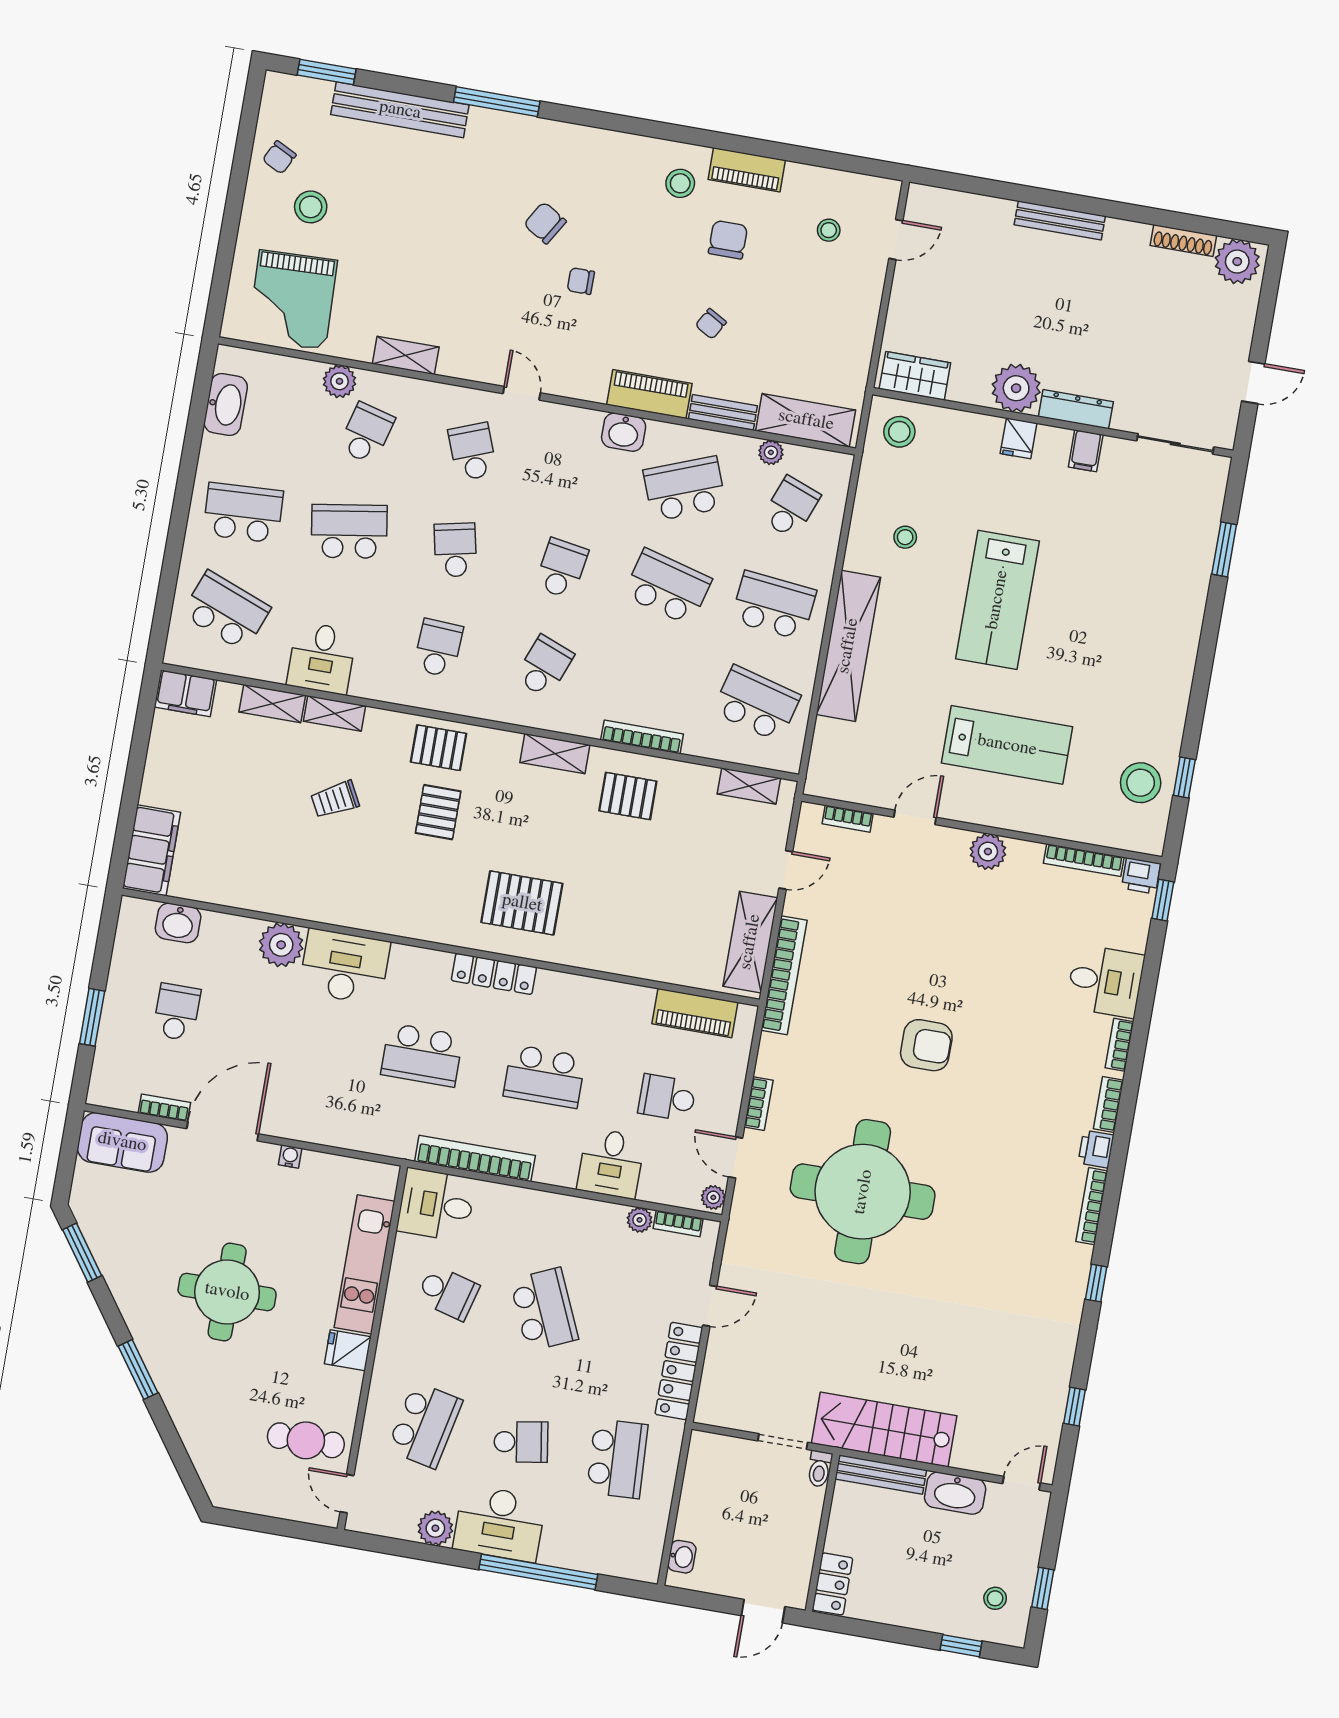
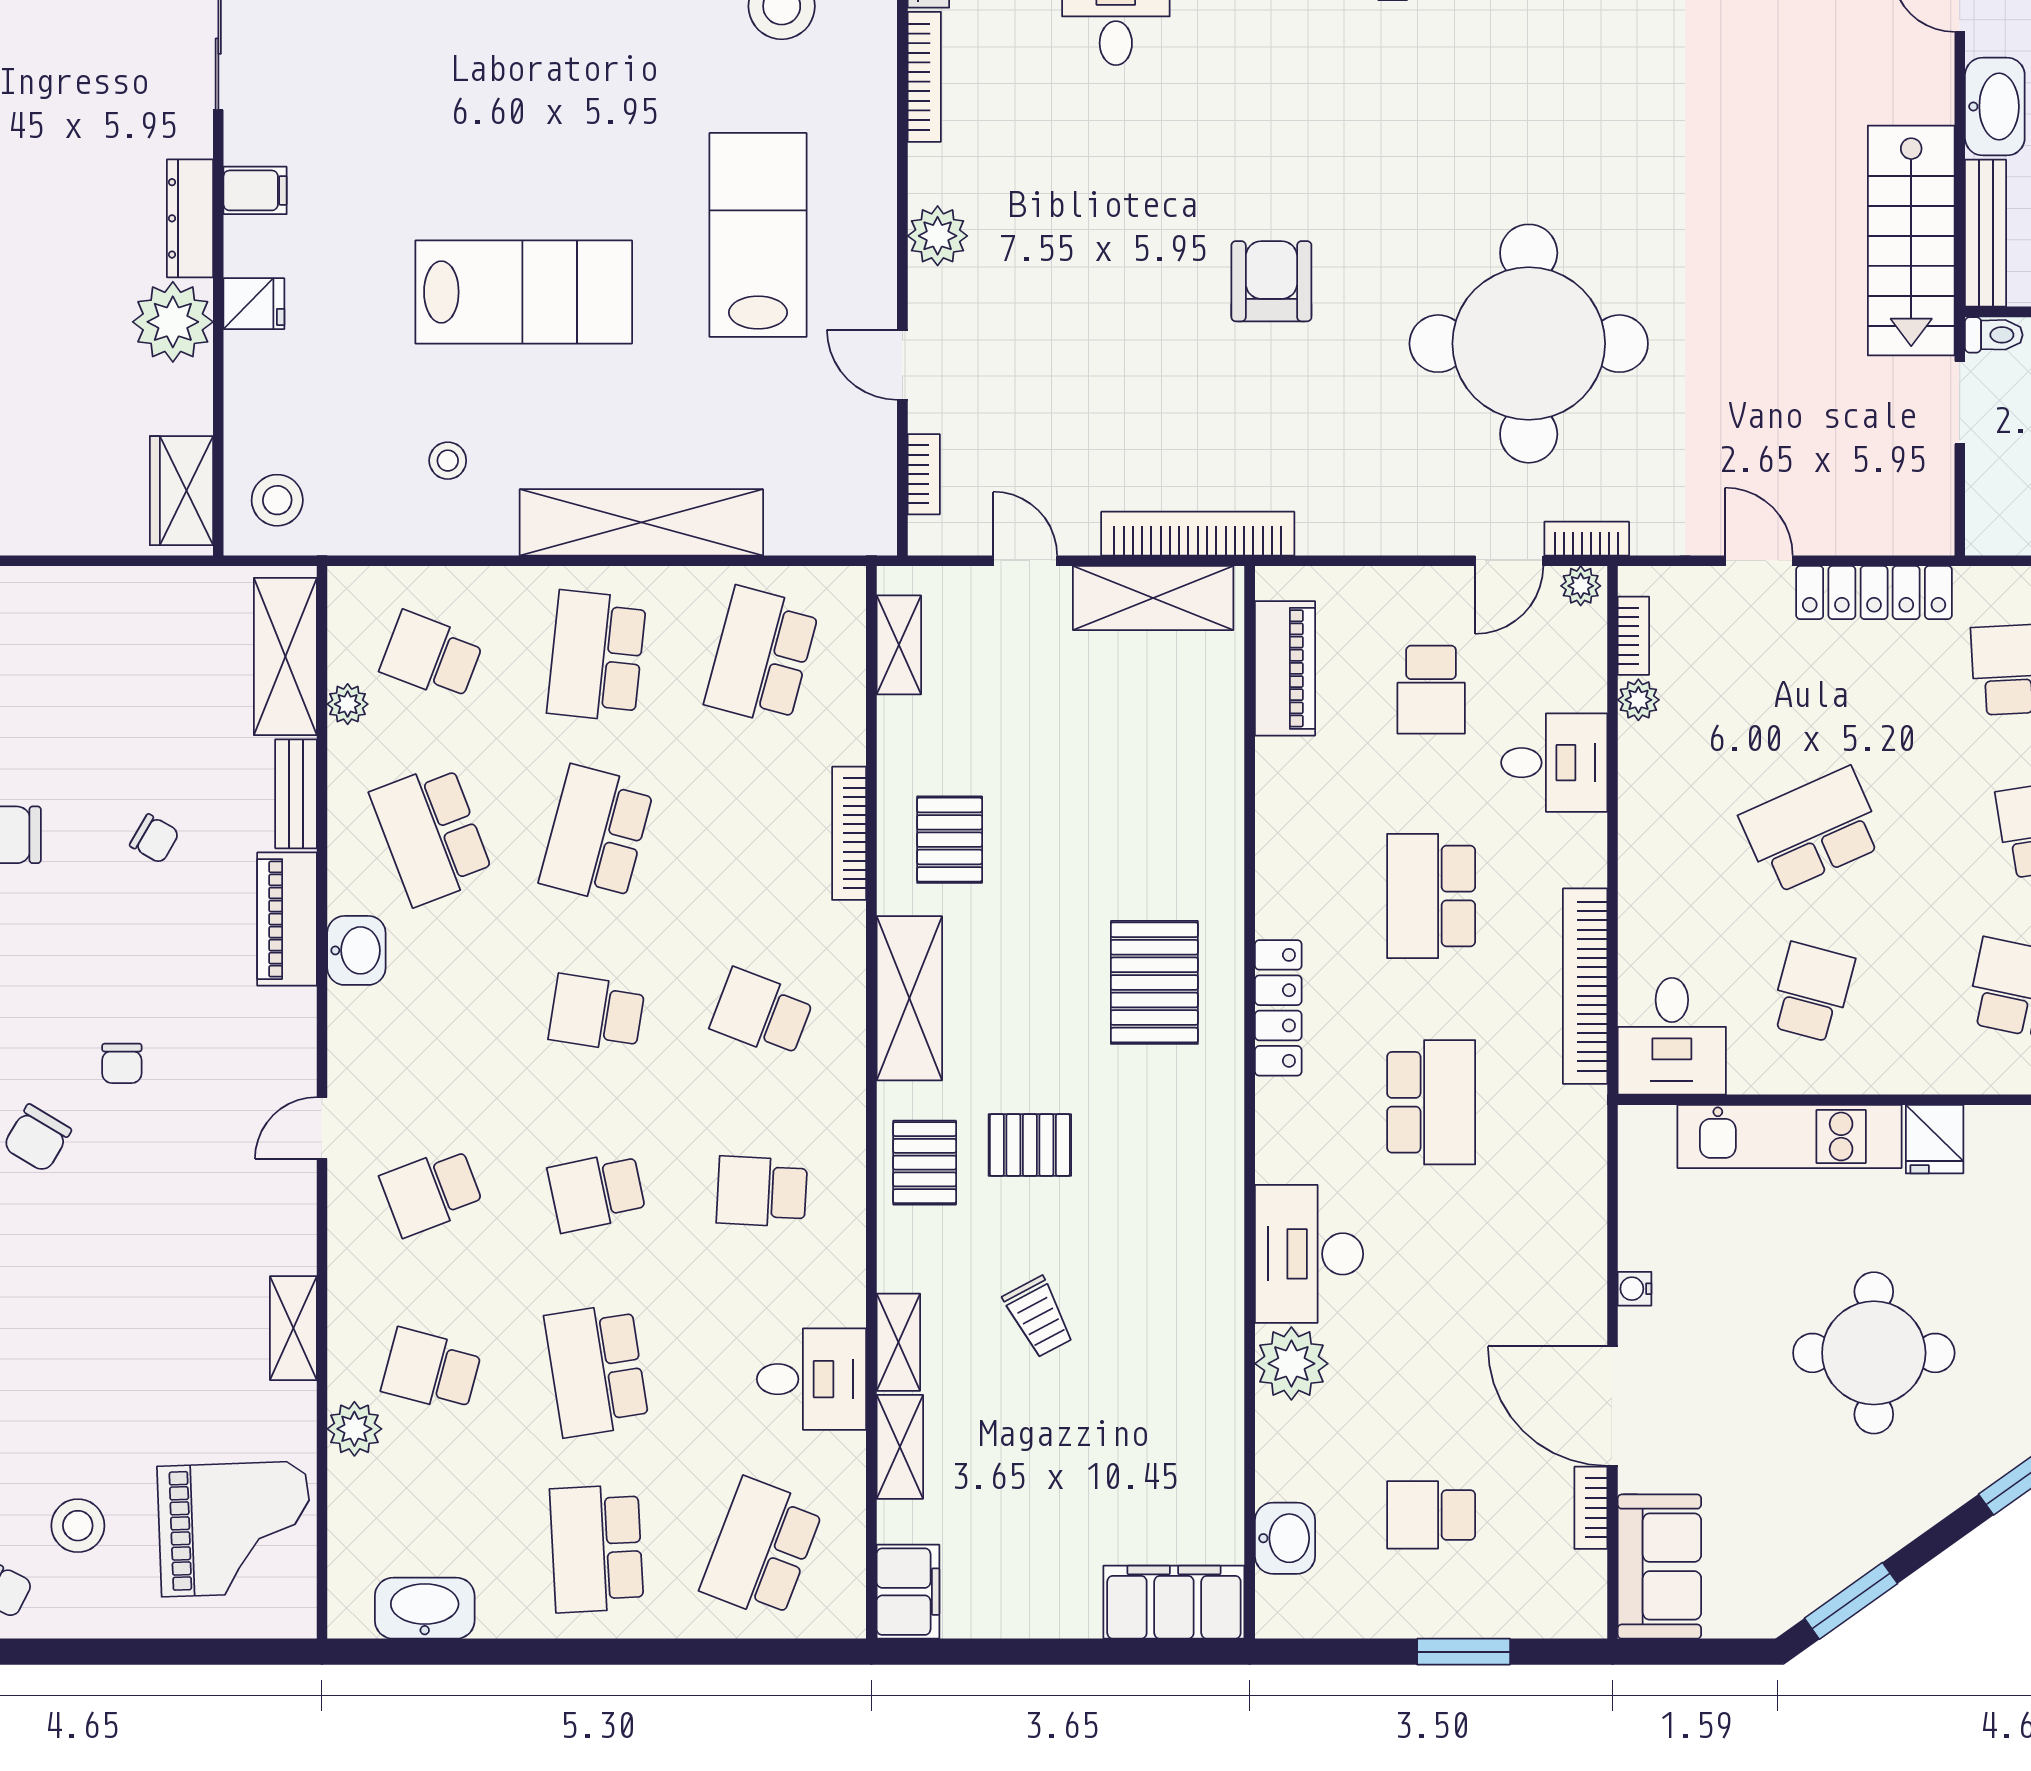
shelving: (555, 754) -> (909, 998), width x1.50, depth x1.33
school desk: (544, 1076) -> (1431, 896), turned 180
bookcase: (759, 1104) -> (1587, 539), moved

